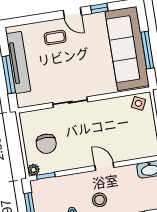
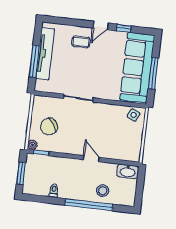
door: (72, 13) -> (101, 26), hinge flipped
chair: (46, 144) -> (49, 126), turned 56
stool: (99, 200) -> (103, 191), moved

